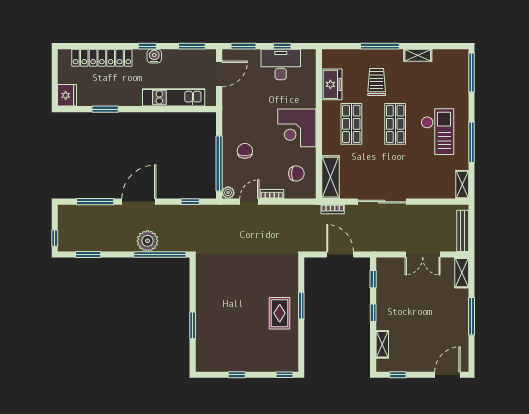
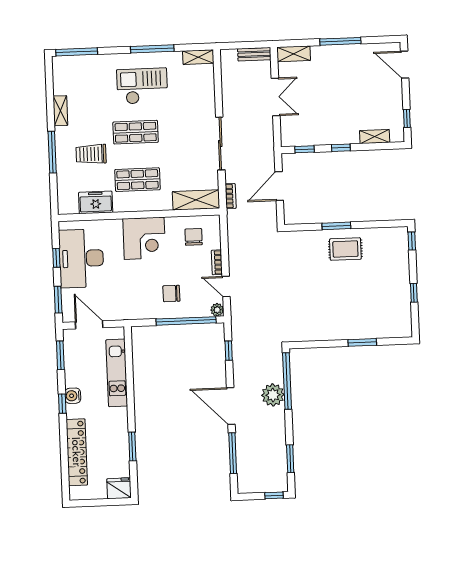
desk: (281, 64) -> (81, 258), width x1.36, depth x1.30
bench: (463, 231) -> (254, 54), width x0.73

